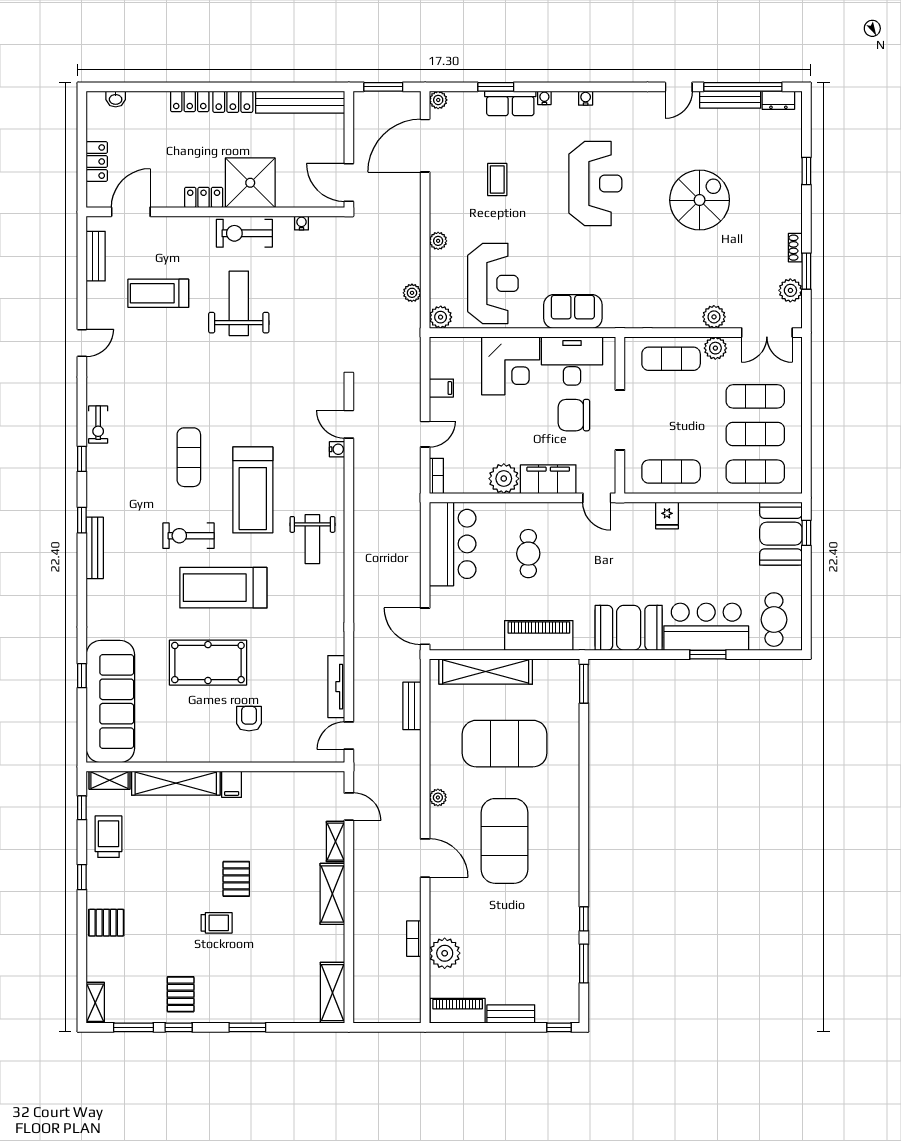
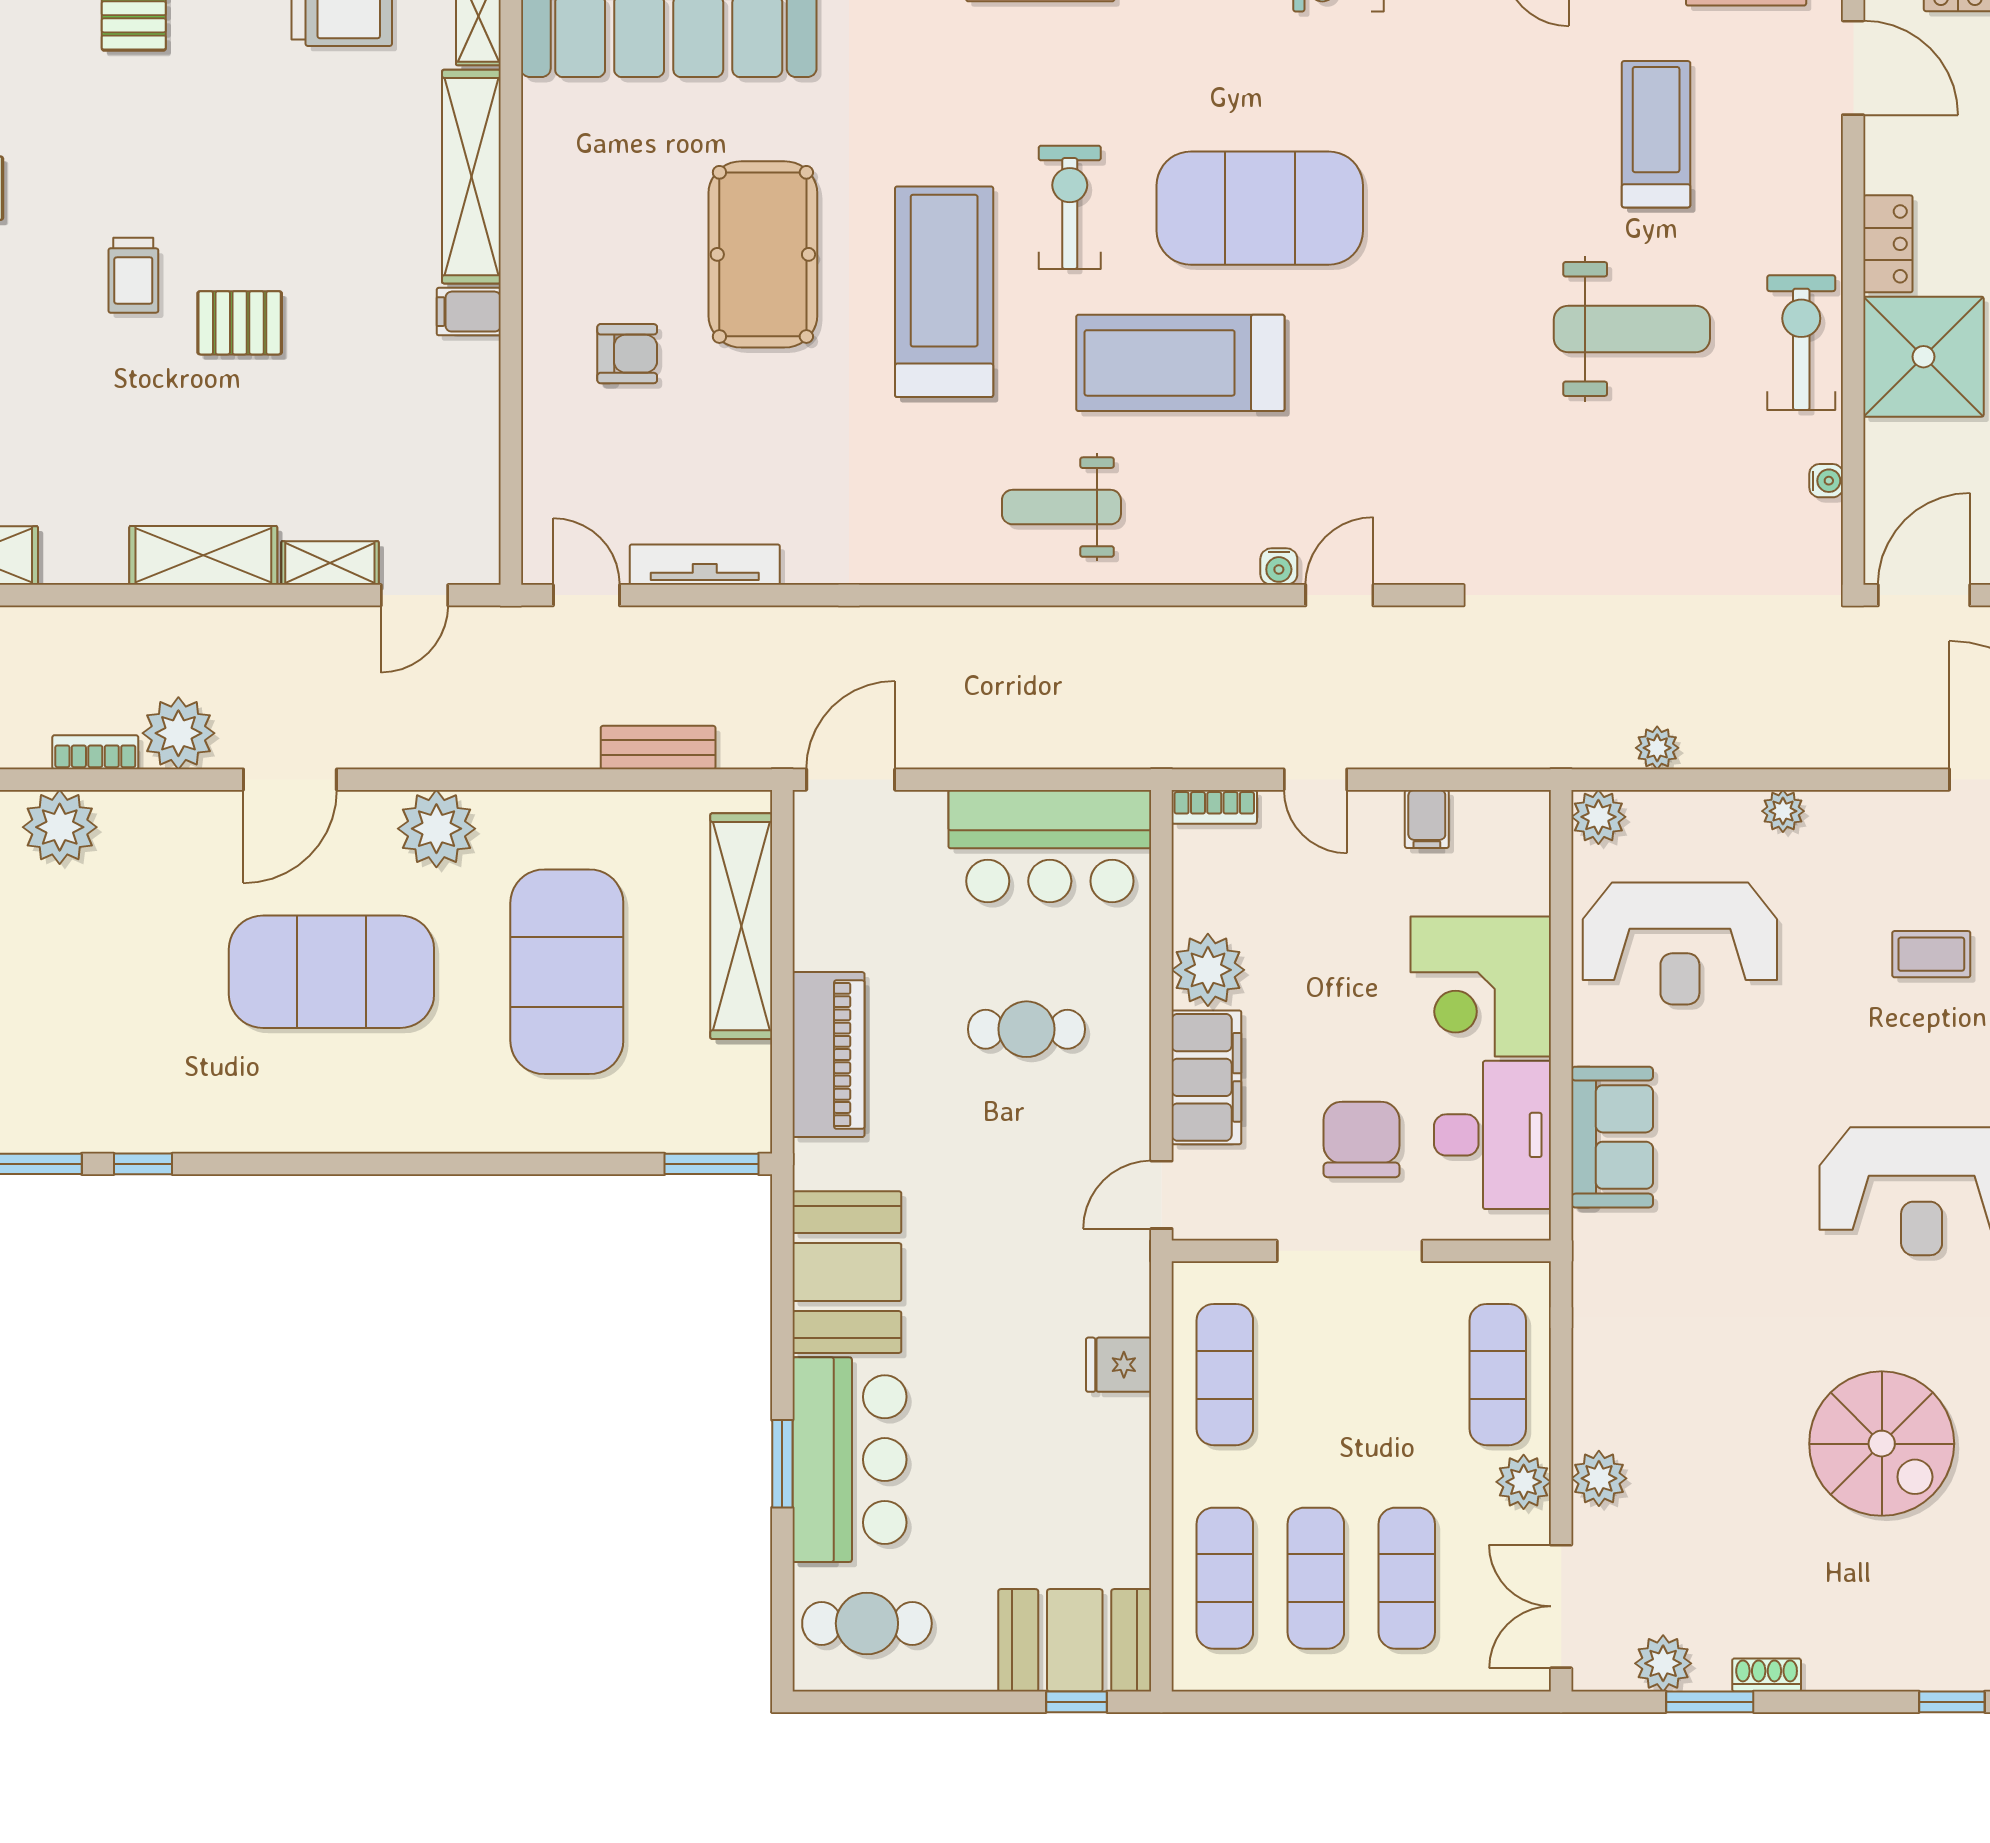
exercise mat: (189, 457) -> (1260, 208), width x2.00, depth x1.45
plant: (438, 797) -> (436, 829), width x1.88, depth x1.88
plant: (406, 904) -> (178, 733), added

